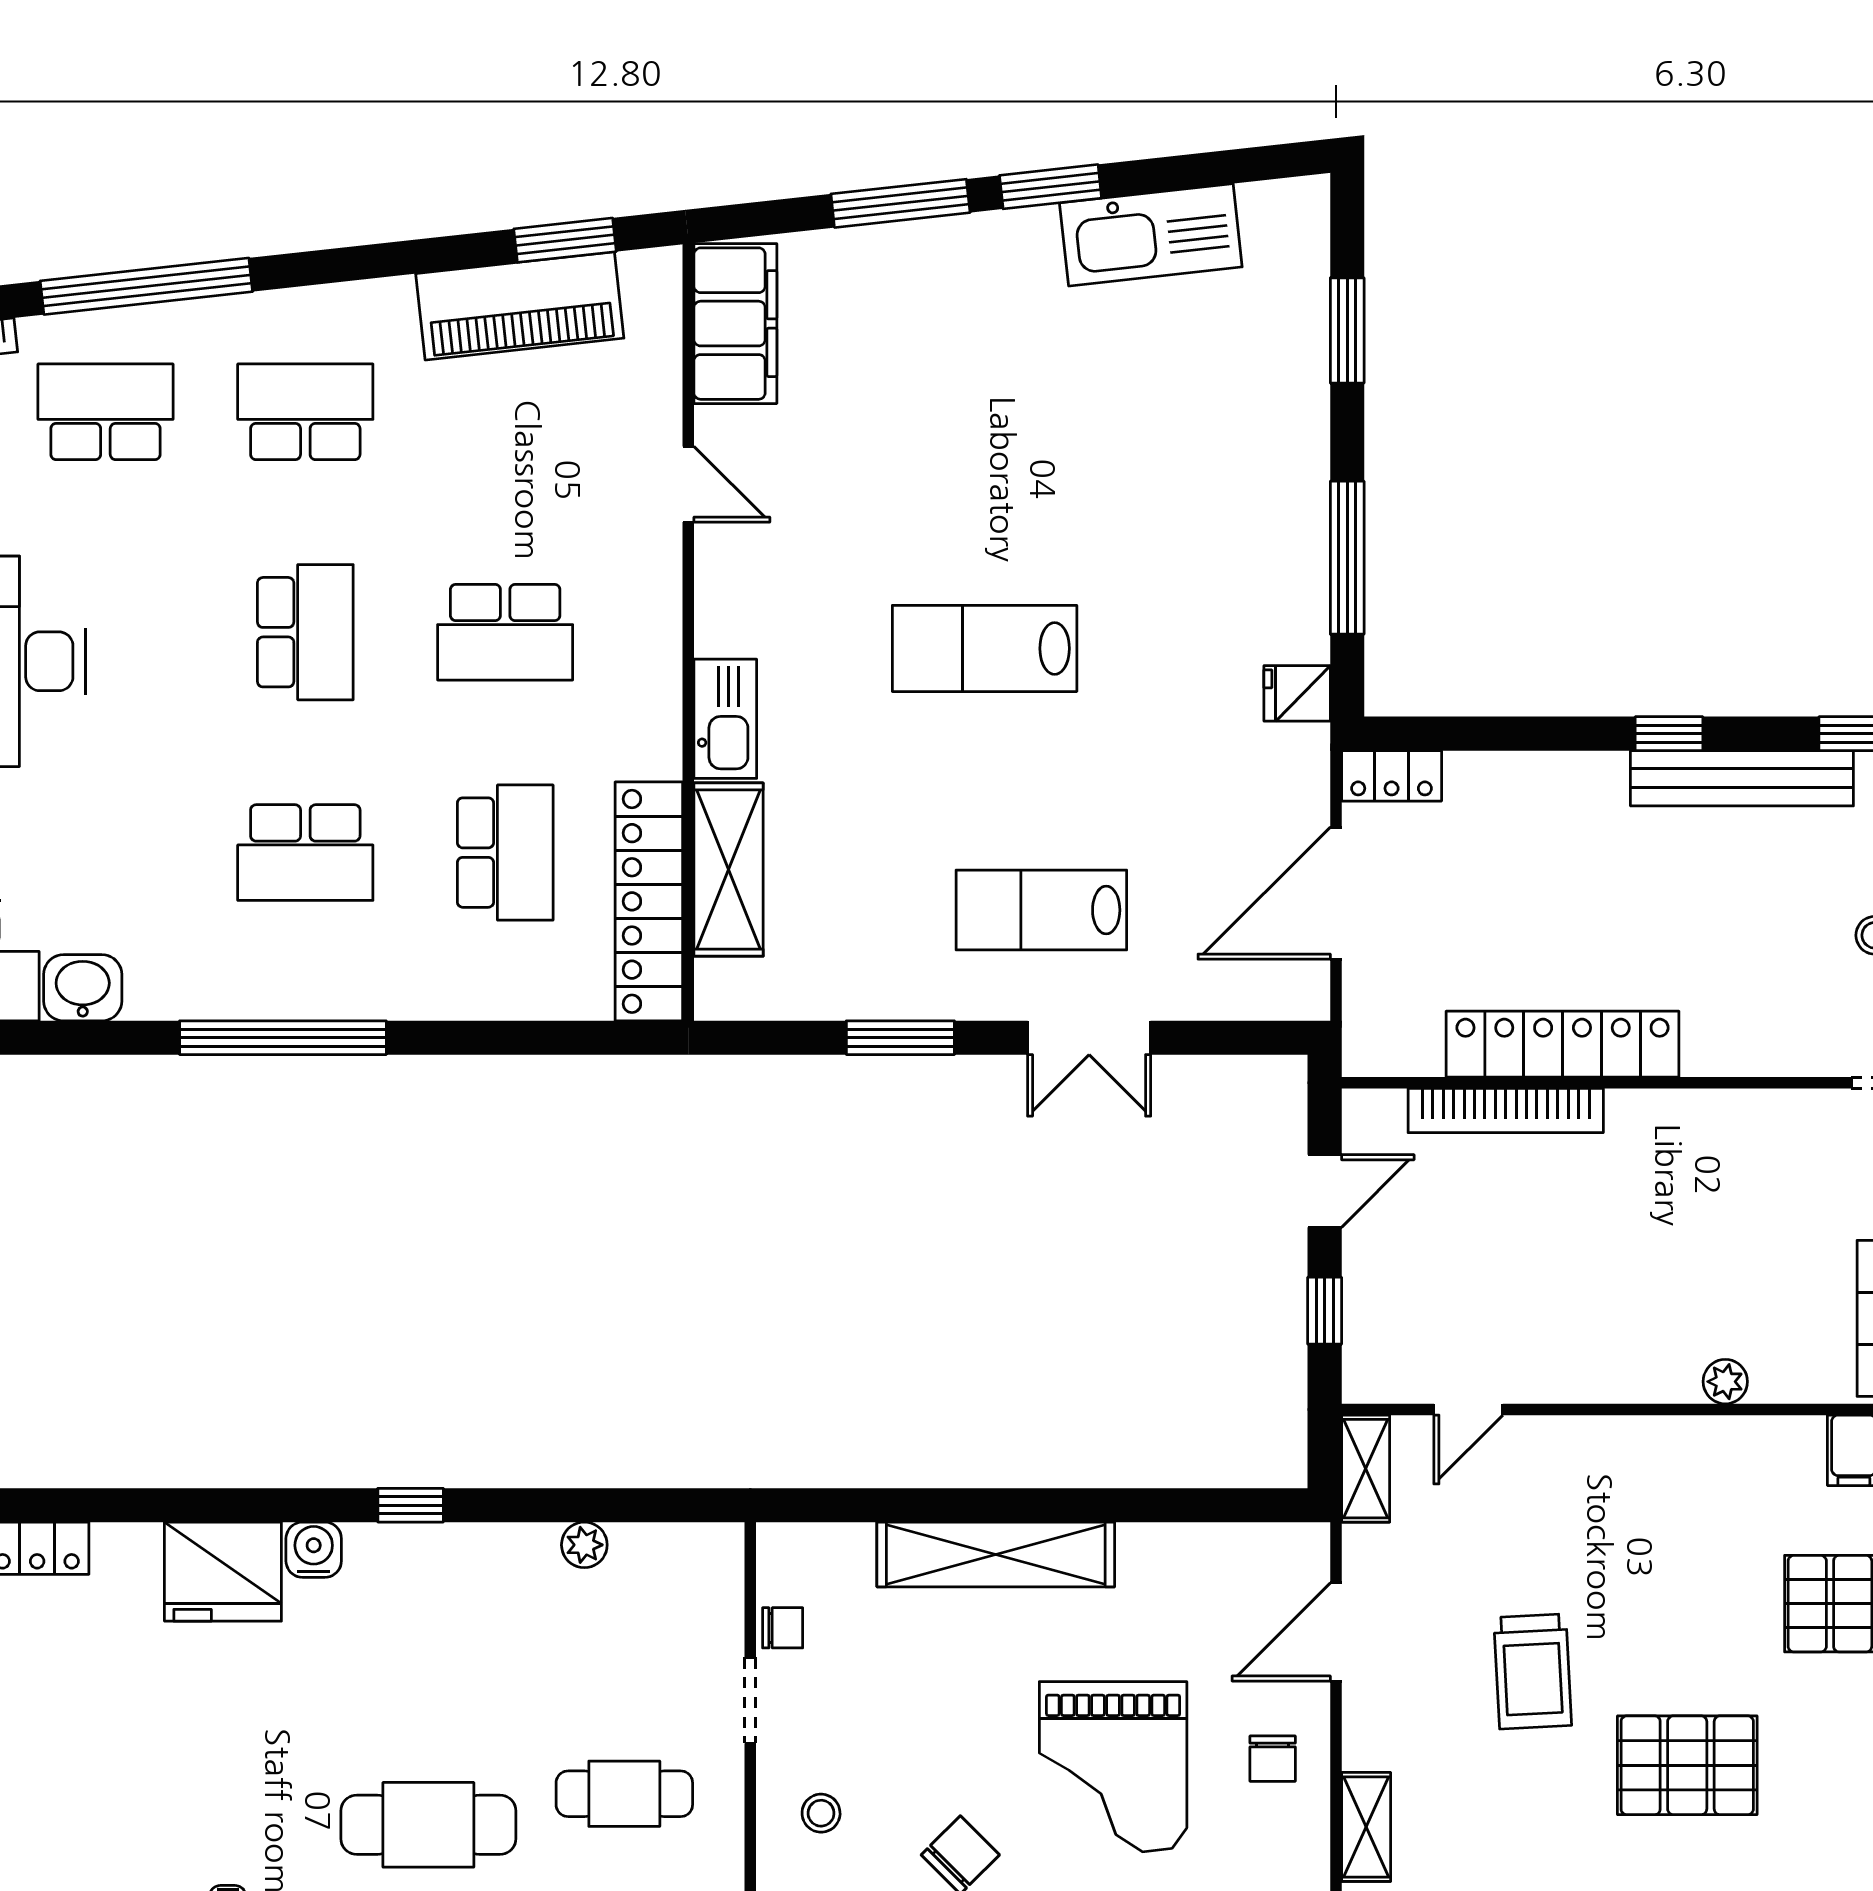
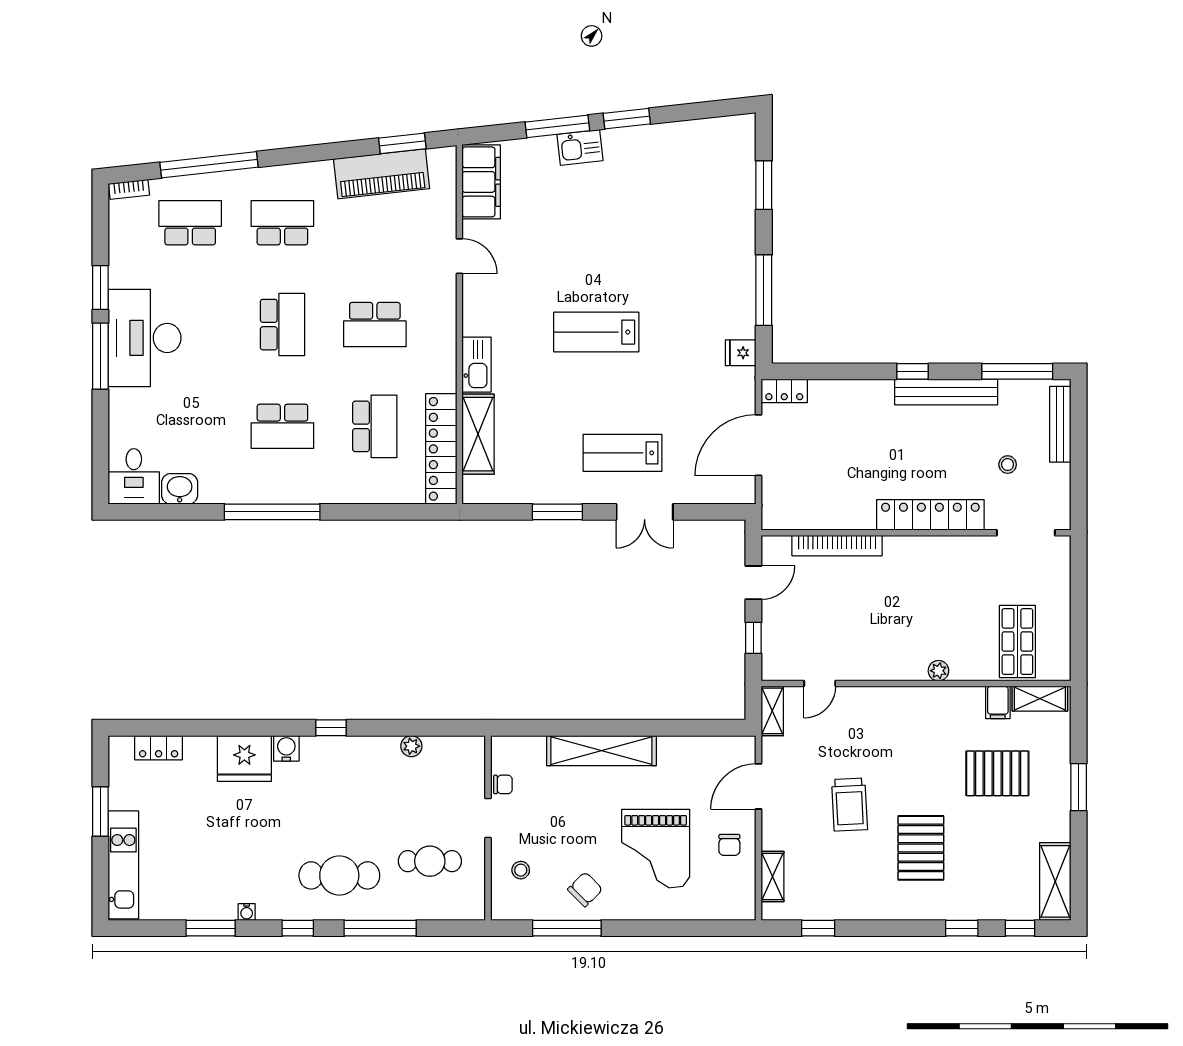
kitchen sink: (1151, 235) -> (580, 147), moved, width x0.53, depth x0.81
locker: (1563, 1044) -> (930, 515), moved
pallet: (1687, 1765) -> (921, 848), turned 90

